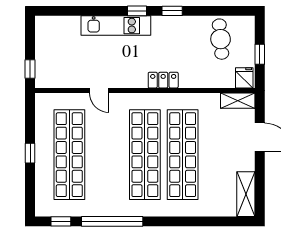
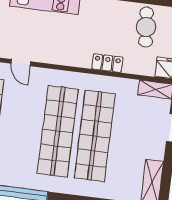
locker: (163, 80) -> (107, 63), moved

